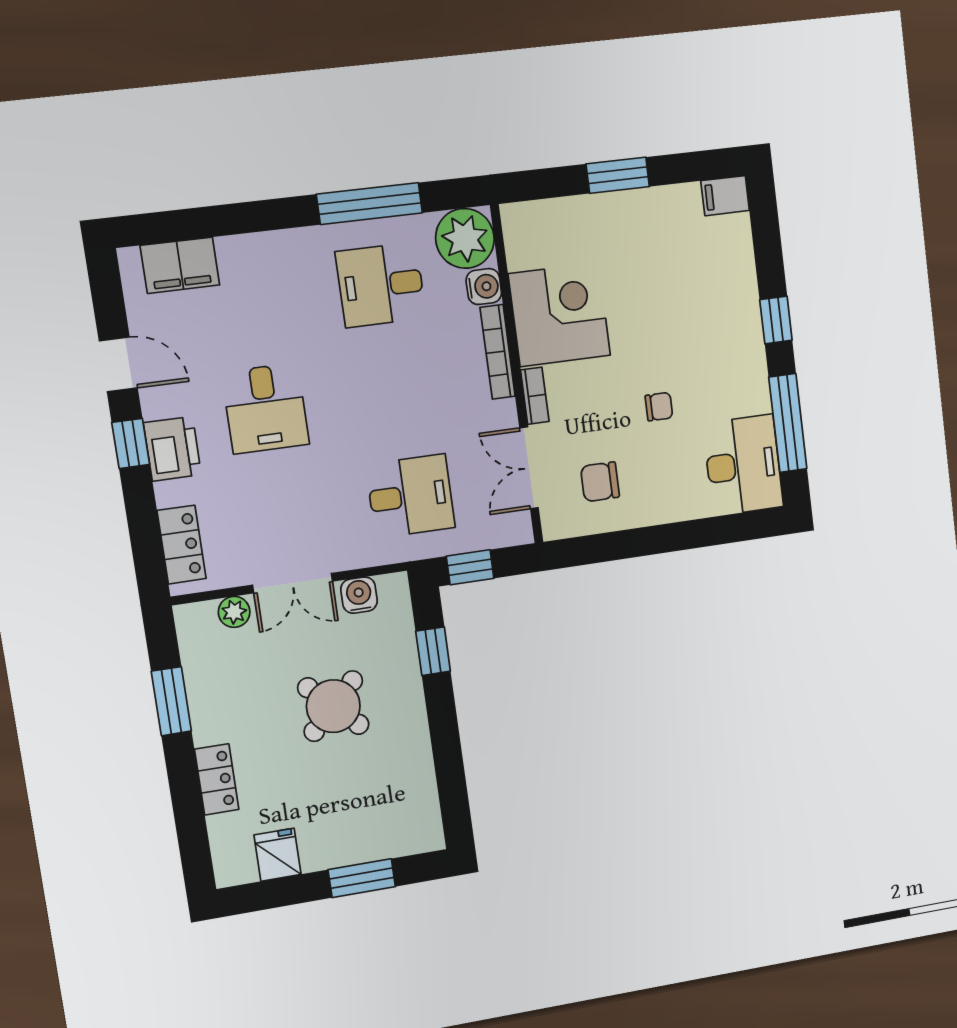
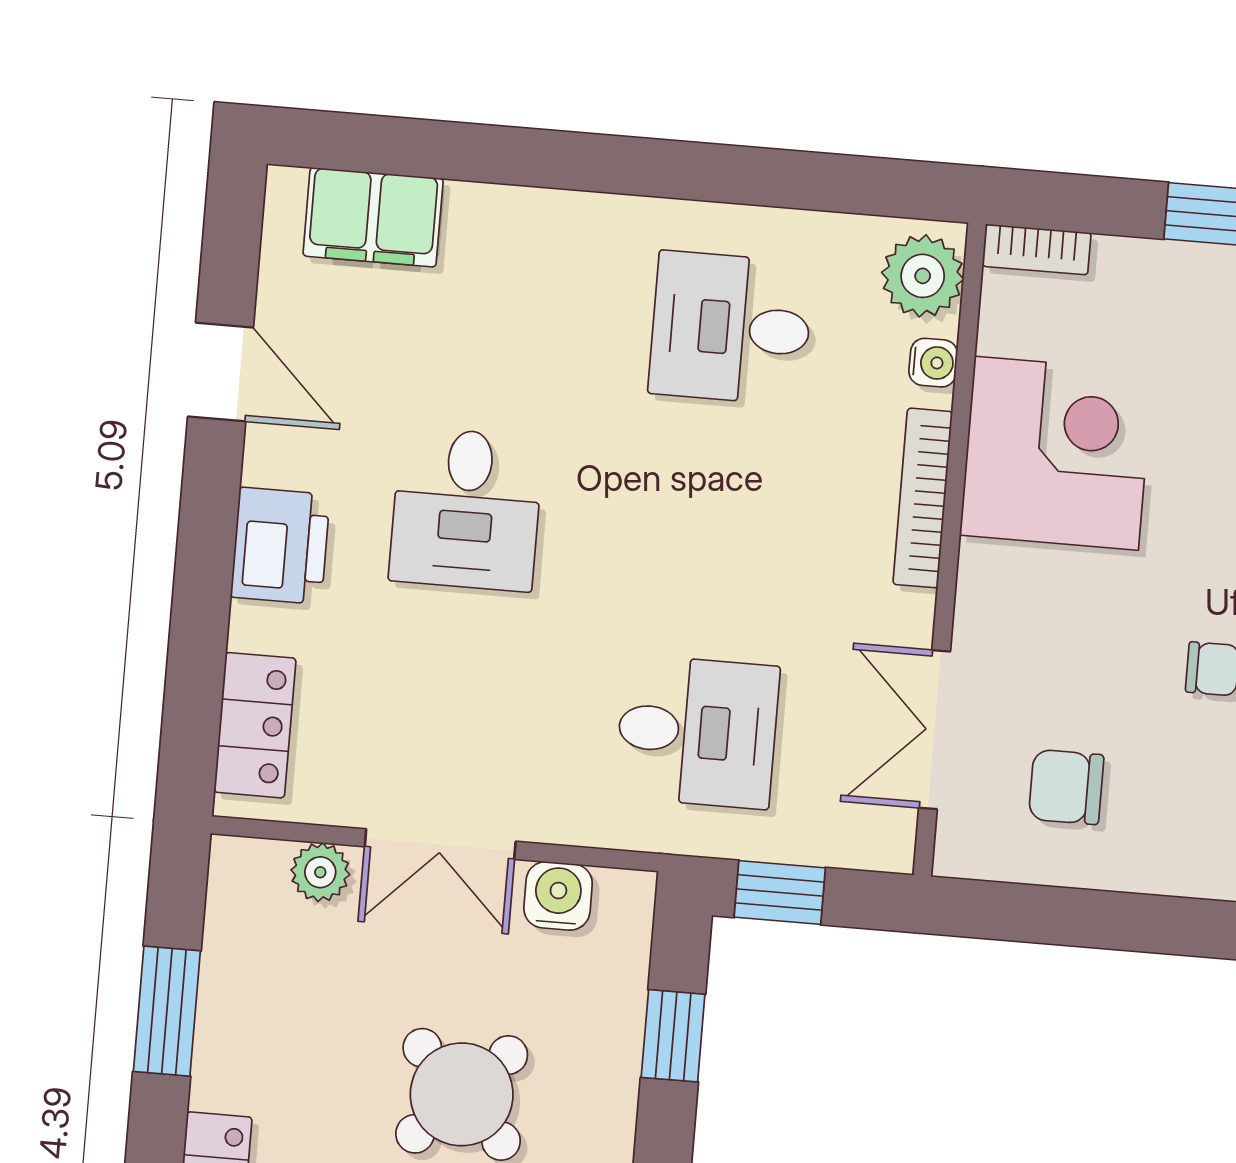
window: (370, 204) -> (744, 175), removed
plant: (465, 238) -> (923, 276), width x0.73, depth x0.73
water cooler: (484, 287) -> (933, 363), width x0.72, depth x0.72
bookcase: (535, 396) -> (1037, 250), moved, turned 90
window: (131, 443) -> (208, 520), removed

